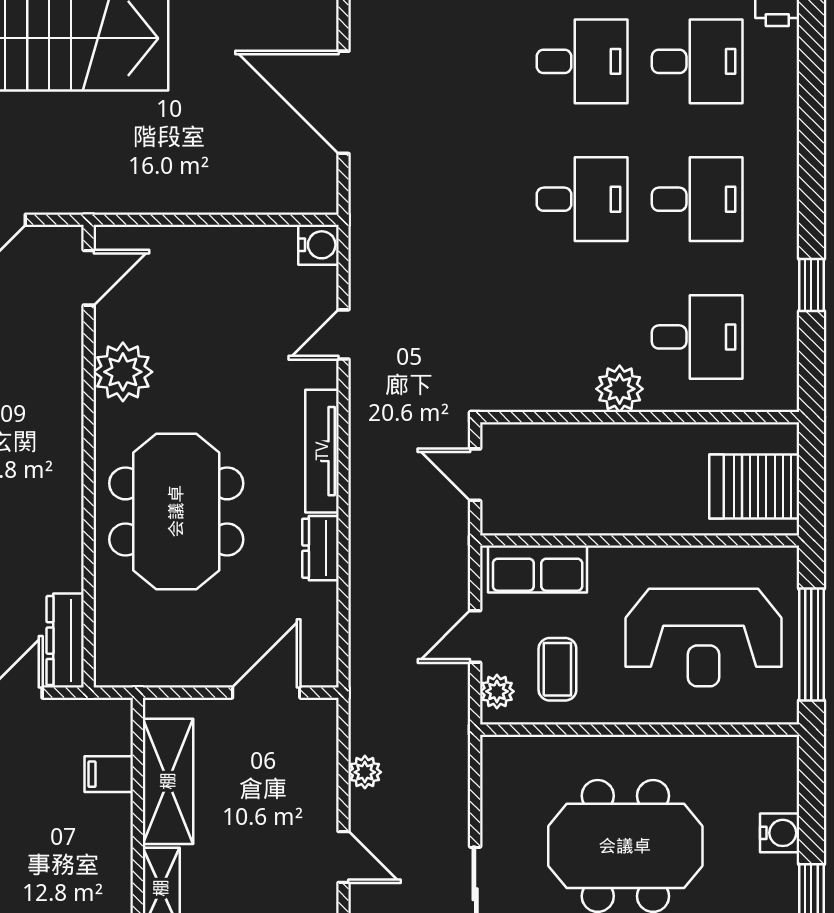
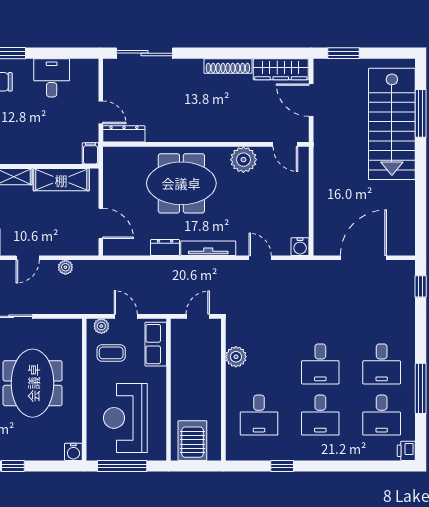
plant: (620, 389) -> (236, 357), moved
filing cabinet: (109, 774) -> (91, 153), moved
water cooler: (780, 833) -> (73, 452), moved

